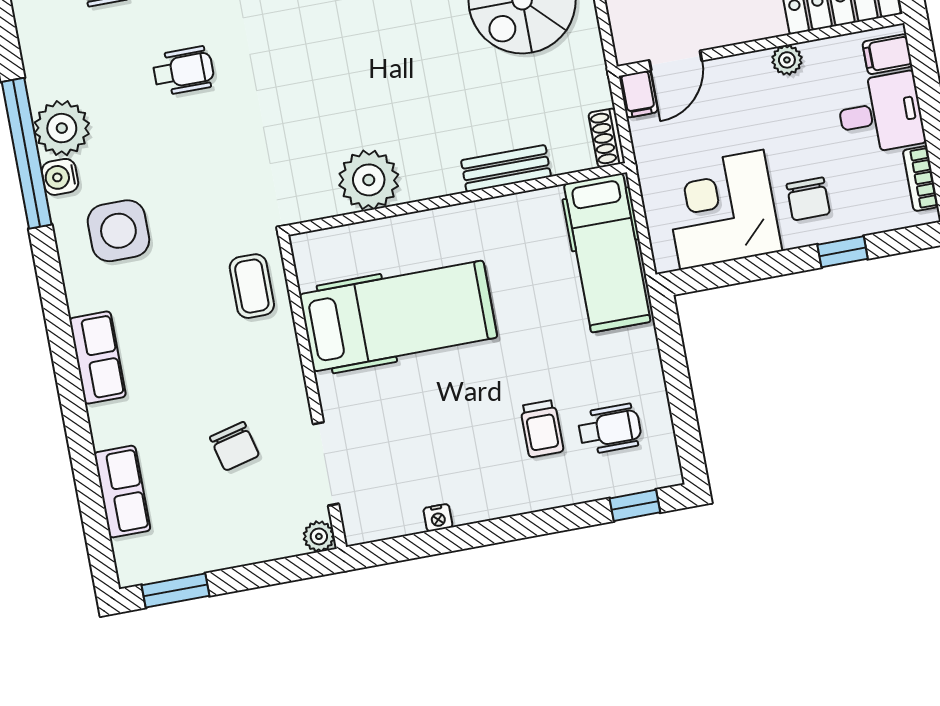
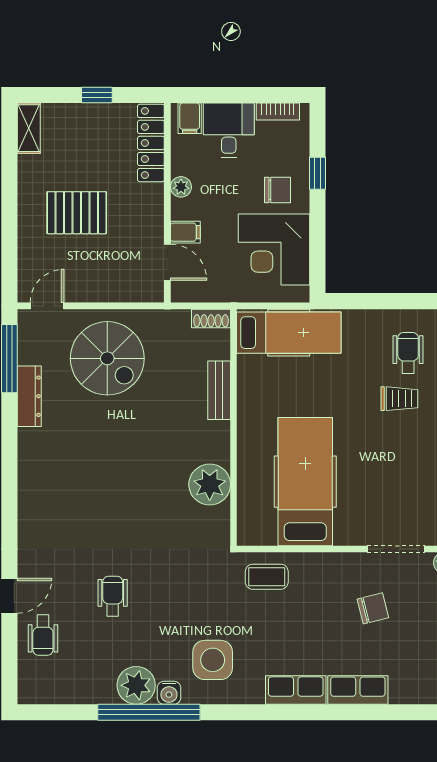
filing cabinet: (638, 94) -> (185, 232), moved
row of seats: (122, 492) -> (358, 690), moved

